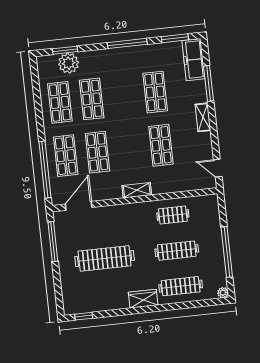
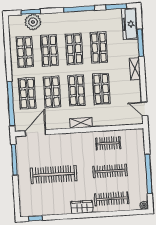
shop shelf: (123, 95) -> (74, 49), added
shop shelf: (129, 149) -> (77, 90), added

